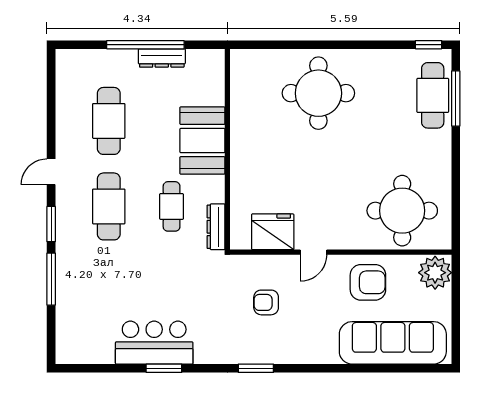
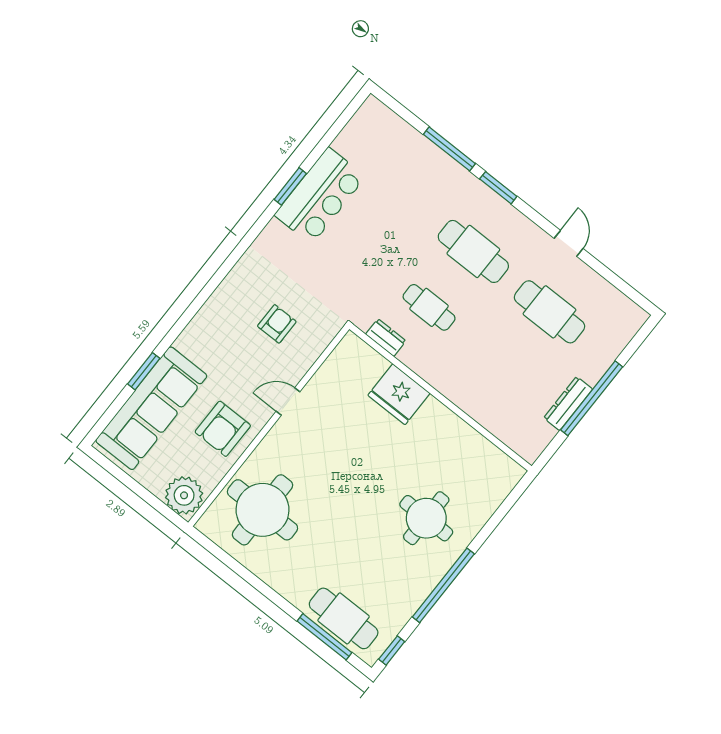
window: (355, 45) -> (443, 585), added
round table: (318, 93) -> (426, 518), width x0.73, depth x0.73
booth: (202, 141) -> (466, 381), removed
door: (51, 172) -> (569, 243), moved
dresser: (216, 227) -> (386, 338), width x0.70
fridge: (273, 232) -> (399, 394), moved, turned 90
door: (313, 252) -> (288, 402), hinge flipped
window: (256, 368) -> (144, 371), moved

